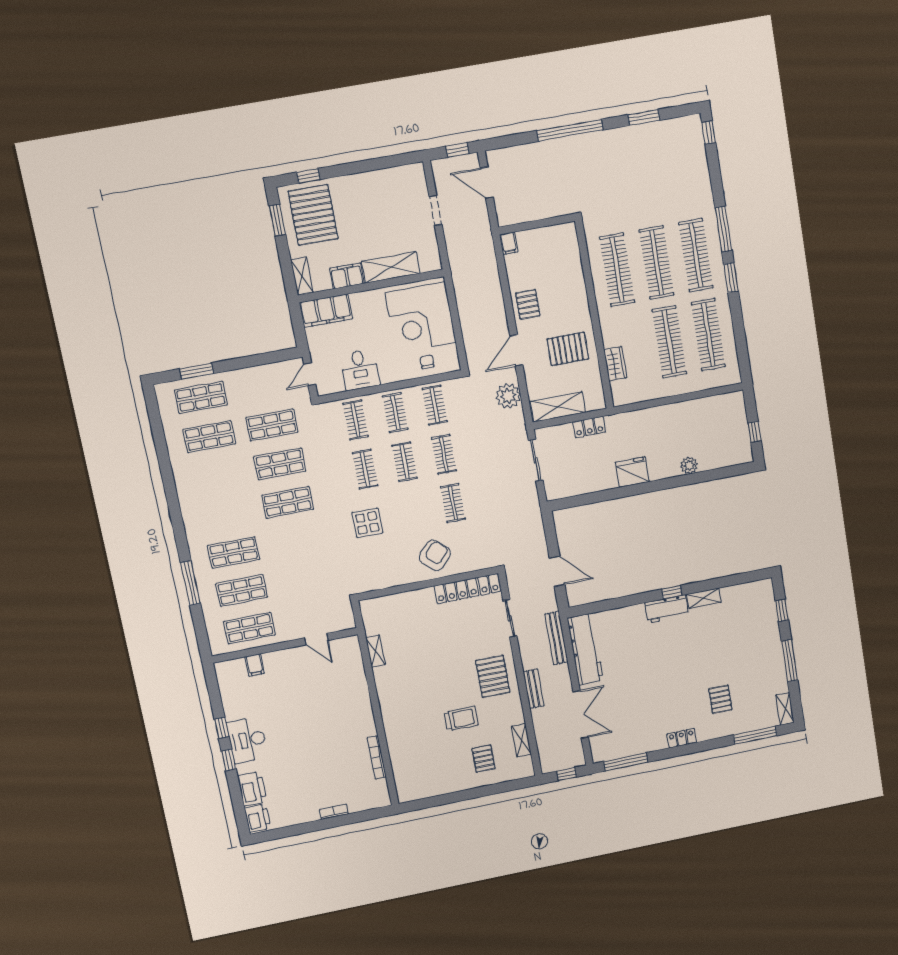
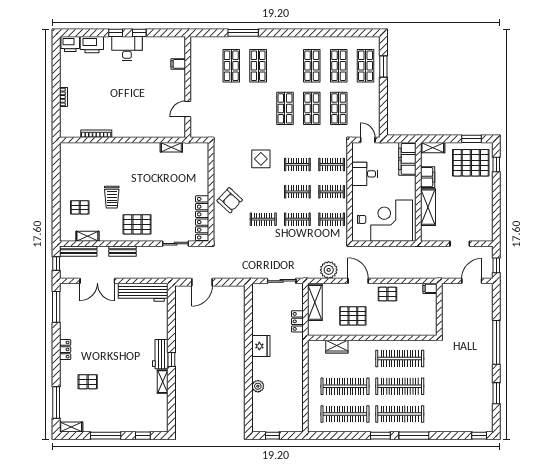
pallet: (568, 349) -> (353, 316), turned 90
shop shelf: (249, 628) -> (312, 66), moved
bench: (556, 638) -> (78, 251), moved

